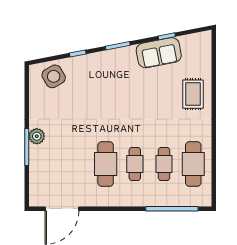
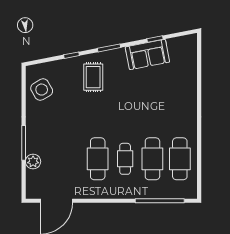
side table: (54, 76) -> (42, 90), moved
rug: (193, 94) -> (93, 77), moved
plant: (37, 136) -> (33, 162), moved
cafe table: (164, 164) -> (152, 159), width x1.37, depth x1.35

